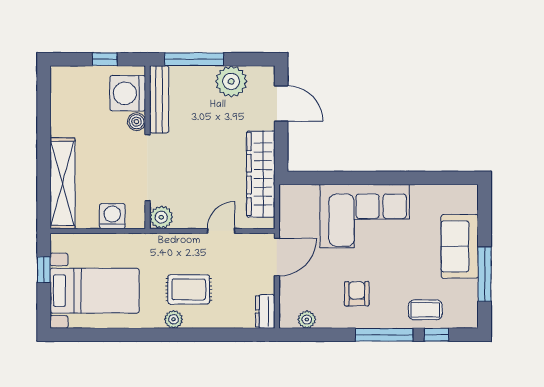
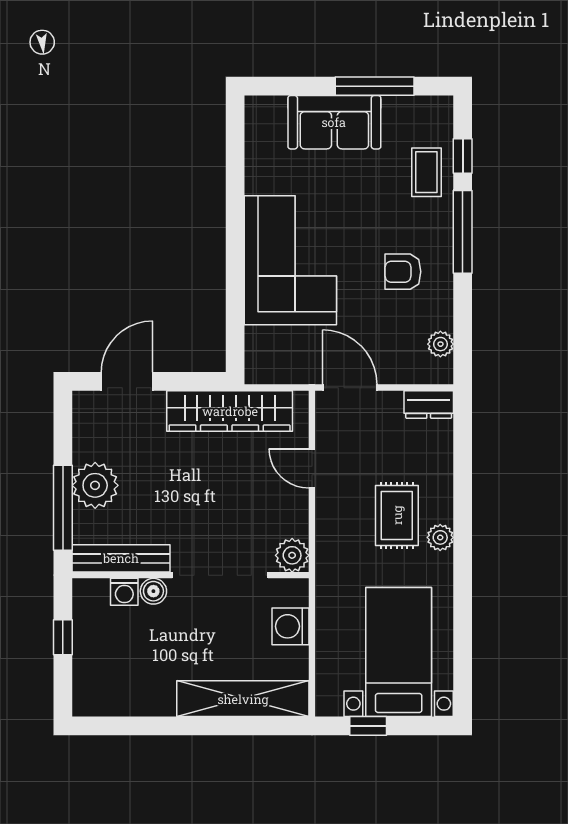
plant: (231, 81) -> (95, 485), moved
washing machine: (128, 93) -> (124, 592), width x0.53, depth x0.53

